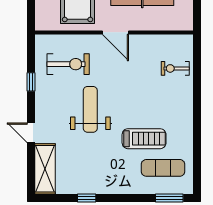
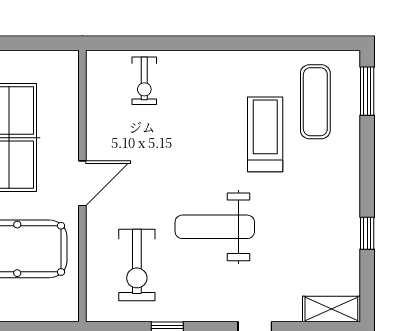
exercise bike: (68, 64) -> (137, 265), turned 180
shelving: (45, 169) -> (331, 309), width x0.67, depth x0.75

